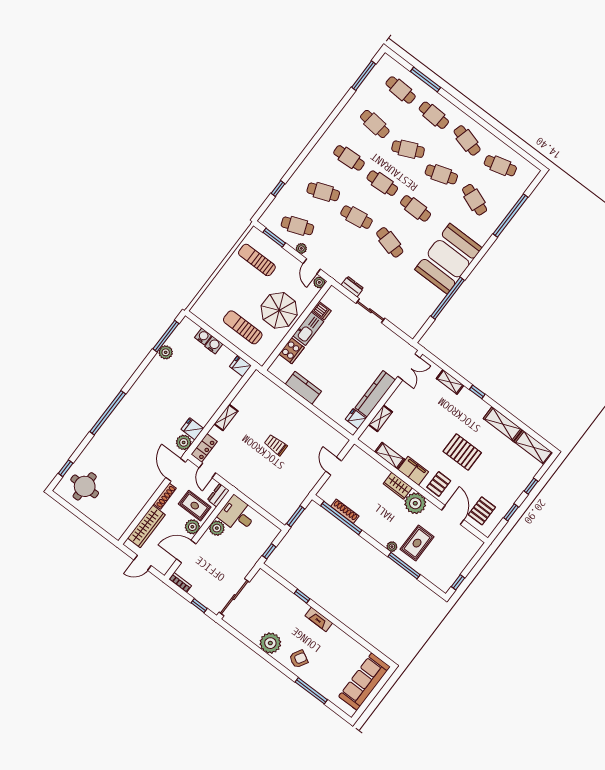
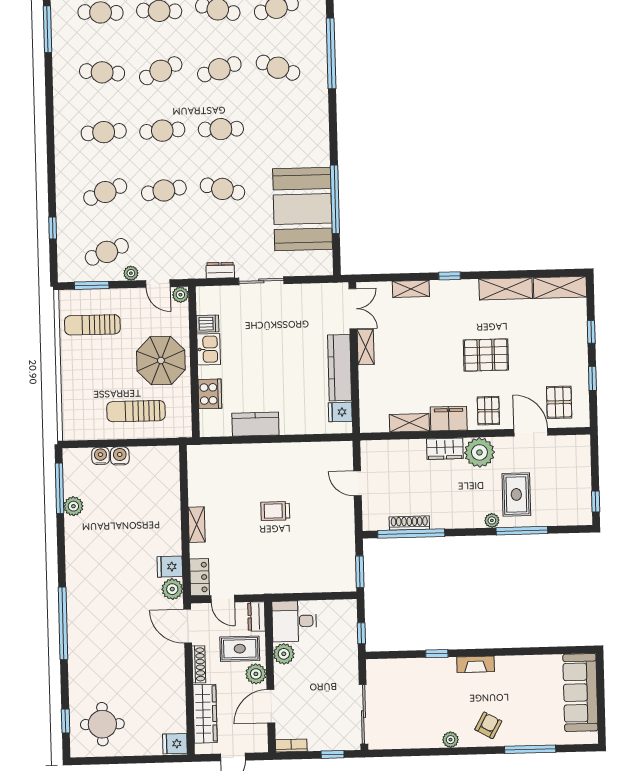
booth: (448, 259) -> (303, 209), moved
kitchen sink: (308, 329) -> (209, 349), width x0.73
fridge: (240, 366) -> (175, 744), moved
shelving: (380, 418) -> (366, 347), moved
plant: (270, 643) -> (451, 740), width x0.53, depth x0.53

